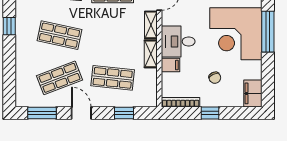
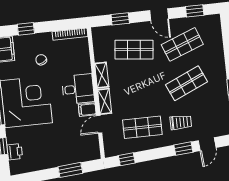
shop shelf: (59, 35) -> (186, 83), turned -36
filing cabinet: (171, 65) -> (87, 110), moved
window: (42, 113) -> (195, 11), width x0.67
window: (210, 113) -> (26, 29), moved

